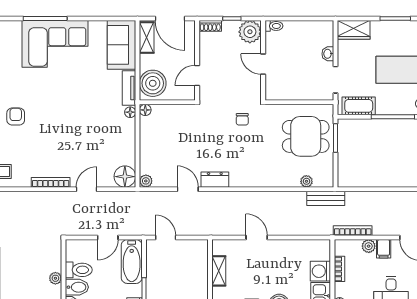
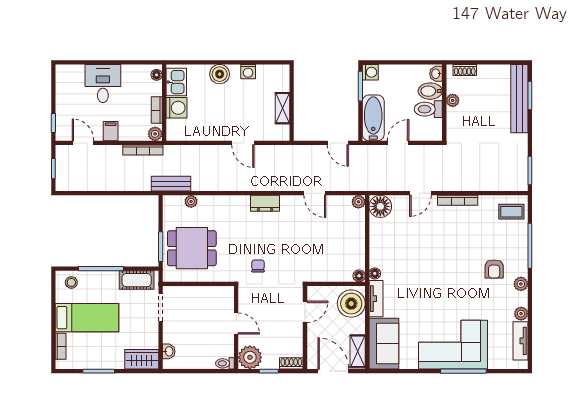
washbasin: (328, 54) -> (169, 351), moved
dresser: (215, 180) -> (265, 203), moved
plant: (369, 246) -> (155, 134), moved

